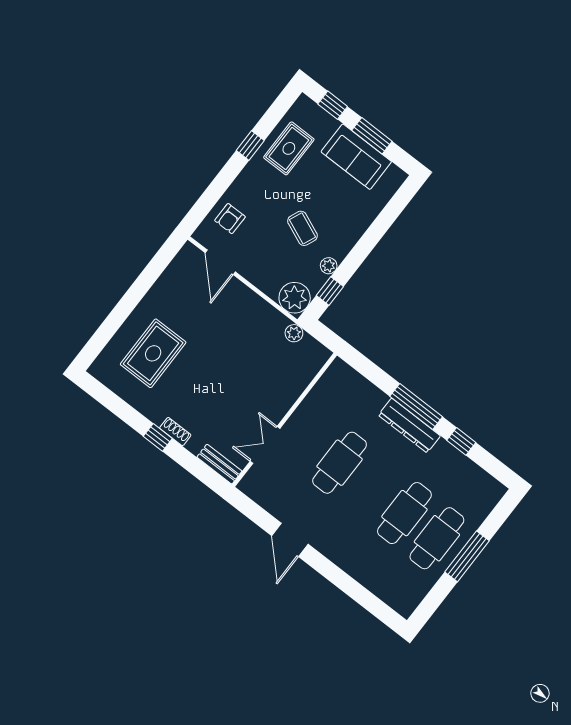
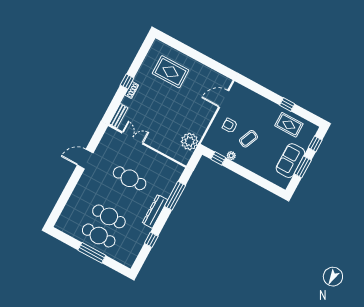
armchair: (230, 219) -> (230, 126), moved
plant: (295, 298) -> (212, 141), removed
plant: (294, 333) -> (190, 141), width x1.88, depth x1.88
window: (416, 406) -> (175, 196), moved

